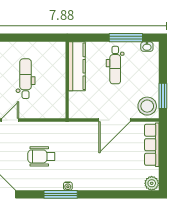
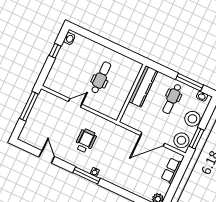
stool: (148, 77) -> (192, 119), added
row of seats: (152, 145) -> (171, 171), width x0.68
wheelchair: (41, 156) -> (86, 141), turned 90

